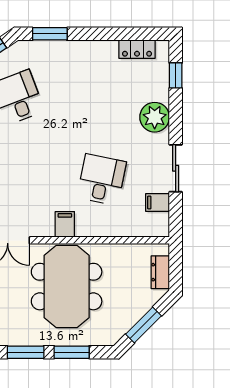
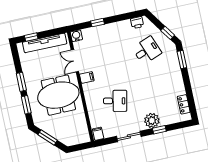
window: (176, 75) -> (159, 130), moved
filing cabinet: (158, 202) -> (98, 134), moved
filing cabinet: (65, 224) -> (87, 78), moved
dresser: (160, 272) -> (76, 140), removed

